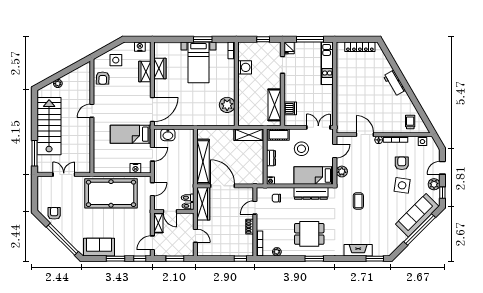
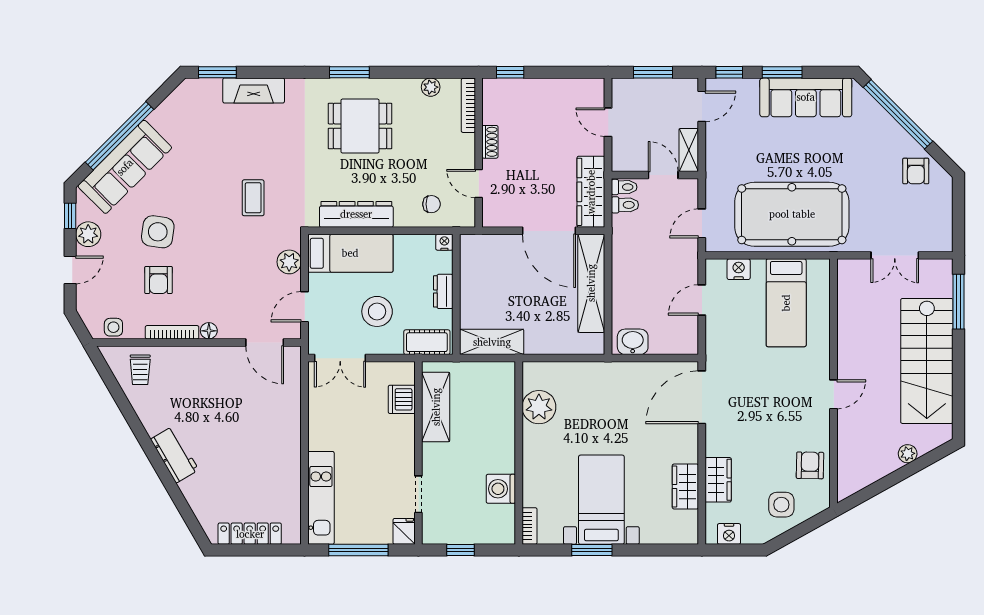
bed: (131, 134) -> (786, 303), moved, turned 90
washbasin: (168, 135) -> (633, 342), moved
door: (365, 135) -> (265, 342), moved
door: (255, 208) -> (479, 183), swing flipped
sofa: (99, 247) -> (806, 97), width x1.36

